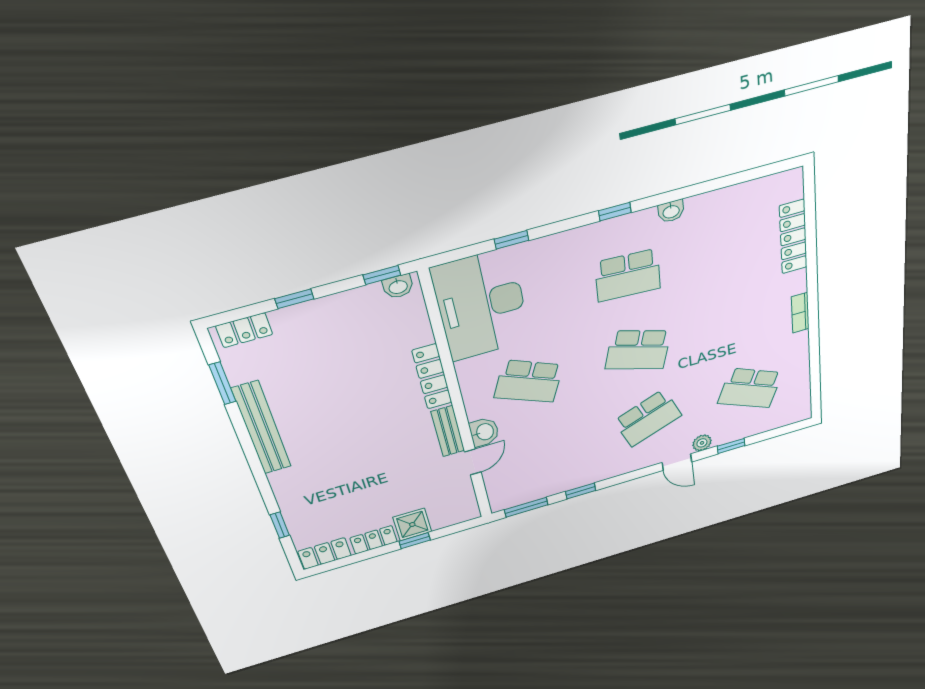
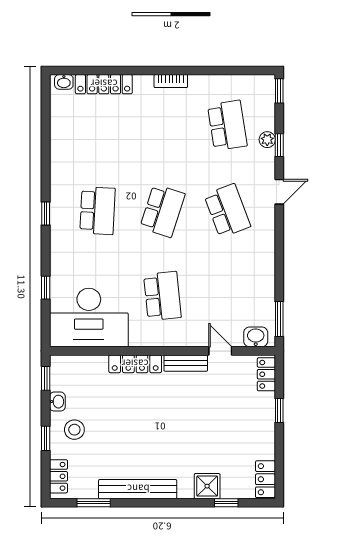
washbasin: (671, 211) -> (64, 82), moved, turned 90
washbasin: (398, 287) -> (57, 402), moved
stool: (319, 331) -> (74, 430), added
school desk: (529, 381) -> (162, 296), turned -30
school desk: (750, 388) -> (227, 125), turned -33
washbasin: (484, 432) -> (256, 337), moved
plant: (702, 443) -> (267, 140), moved
window: (581, 491) -> (279, 91), moved
shower: (412, 524) -> (207, 486), moved
locker: (374, 540) -> (266, 374), moved

